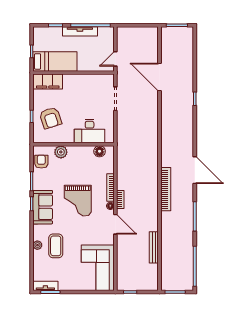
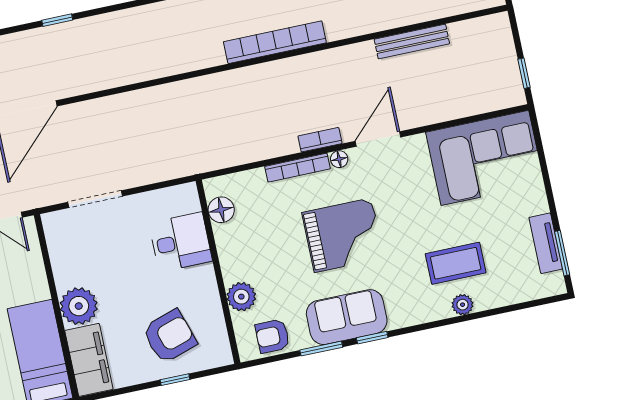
plant: (72, 82) -> (79, 306), added
desk: (90, 131) -> (181, 242), width x0.73
sofa: (43, 207) -> (347, 317), moved
tv unit: (45, 286) -> (546, 243), moved

